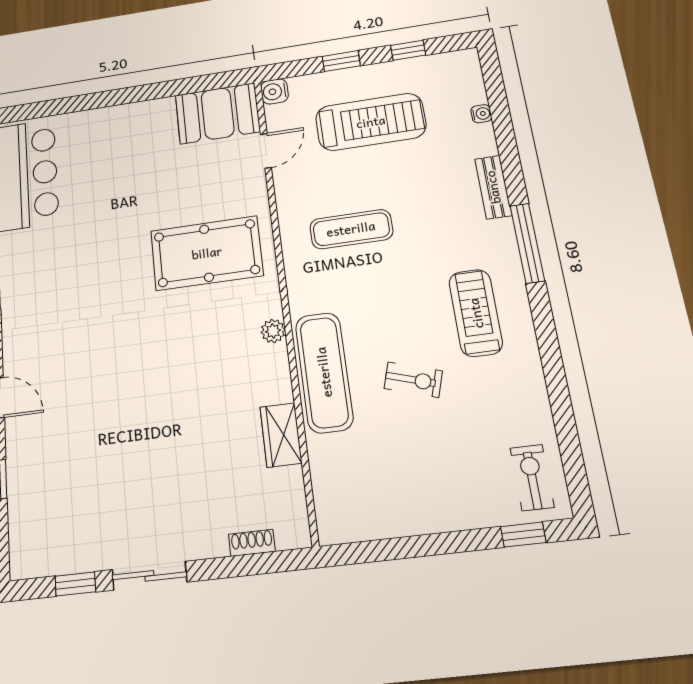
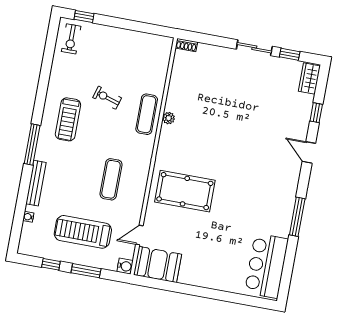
window: (341, 61) -> (86, 271), width x1.50
bench: (493, 187) -> (36, 183), width x1.36
exercise mat: (351, 229) -> (111, 179), turned 90
plant: (273, 331) -> (169, 118), moved
exercise mat: (324, 372) -> (147, 114), width x0.73, depth x0.69
wardrobe: (281, 435) -> (309, 79), moved, turned 180
shoe rack: (252, 543) -> (186, 45), moved

